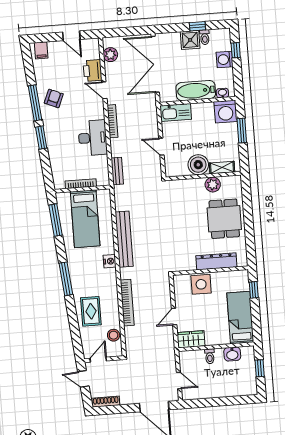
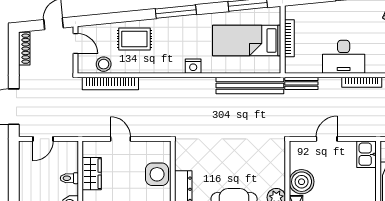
kitchen sink: (176, 113) -> (367, 154), width x0.73
bench: (124, 239) -> (250, 85), moved
bookcase: (127, 303) -> (110, 83), moved
wardrobe: (191, 339) -> (92, 174), moved

